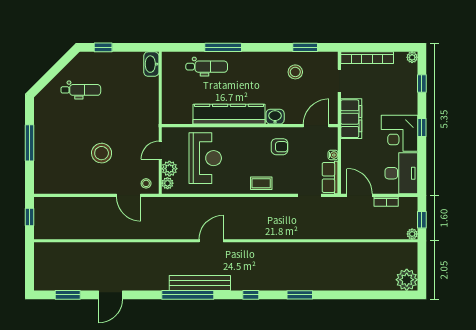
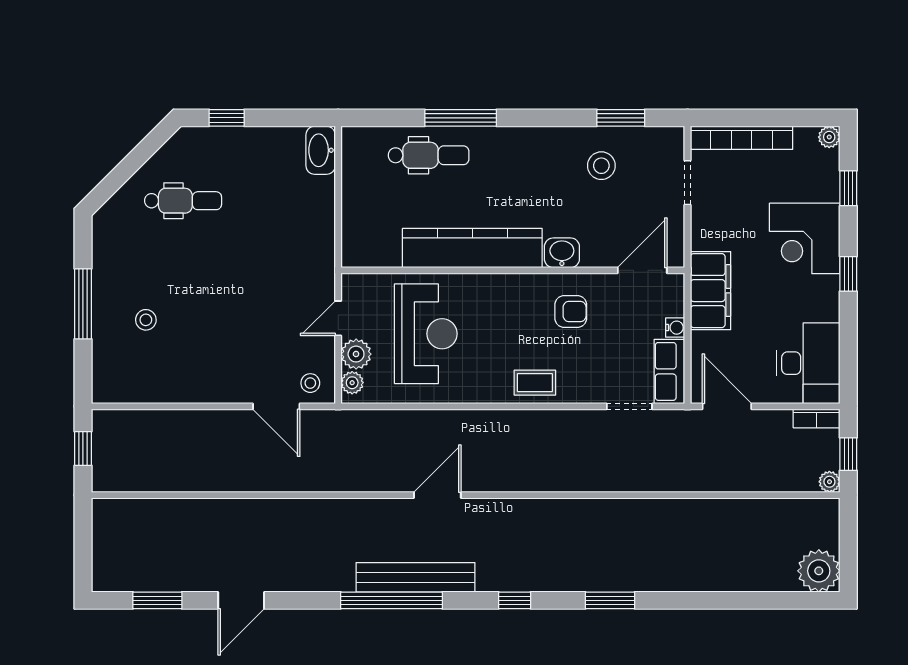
filing cabinet: (351, 119) -> (710, 291), moved
corner desk: (400, 133) -> (805, 238), moved
stool: (102, 153) -> (146, 320), moved, width x0.53, depth x0.53
bookcase: (386, 202) -> (817, 418), moved

